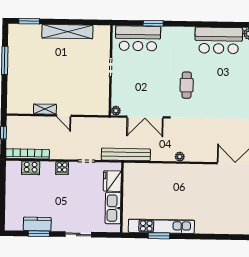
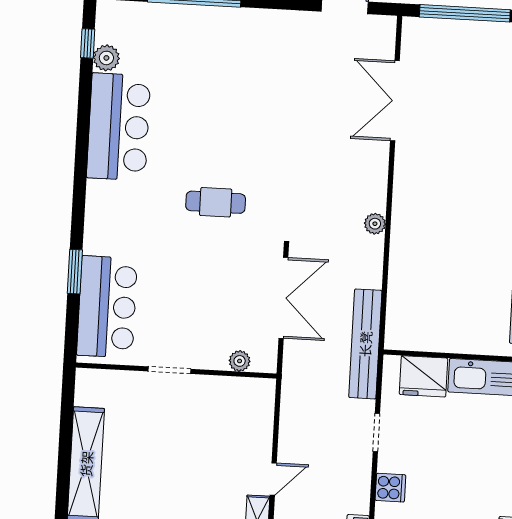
plant: (116, 111) -> (240, 361), moved

